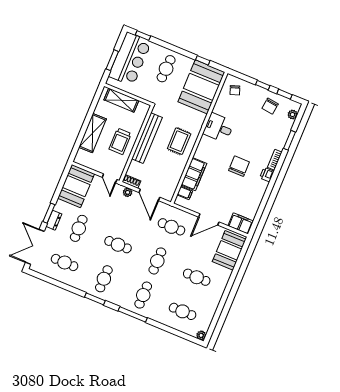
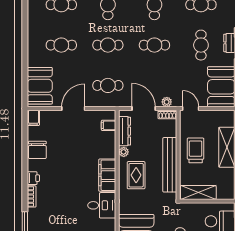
shelving: (121, 100) -> (198, 192), moved
plant: (181, 165) -> (124, 152), added
chair: (239, 166) -> (37, 150), moved
filing cabinet: (194, 174) -> (107, 175), moved
dresser: (173, 182) -> (125, 131), added
filing cabinet: (241, 223) -> (34, 118), width x0.50
cafe table: (157, 261) -> (108, 45), turned 90

